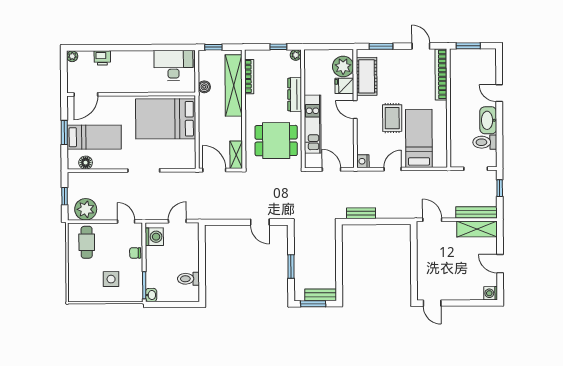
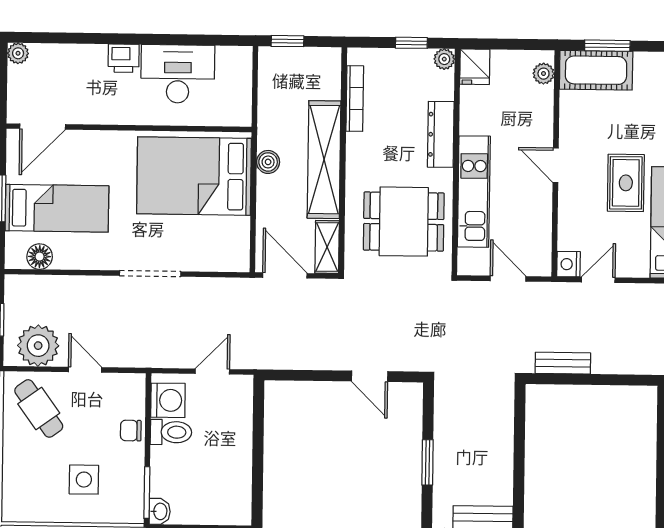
printer: (102, 58) -> (124, 58), moved
desk: (173, 65) -> (178, 74), moved
plant: (343, 66) -> (544, 74), width x0.53, depth x0.53
cot: (367, 76) -> (596, 70), moved, turned 90
shelving: (234, 85) -> (324, 160), moved
fridge: (344, 86) -> (475, 67), moved, turned -90
boiler: (204, 87) -> (268, 162), moved
door: (393, 169) -> (598, 280), moved
door: (126, 221) -> (85, 370), moved
cafe table: (87, 242) -> (39, 408), turned -36
toilet: (188, 279) -> (171, 432), moved, turned 180

